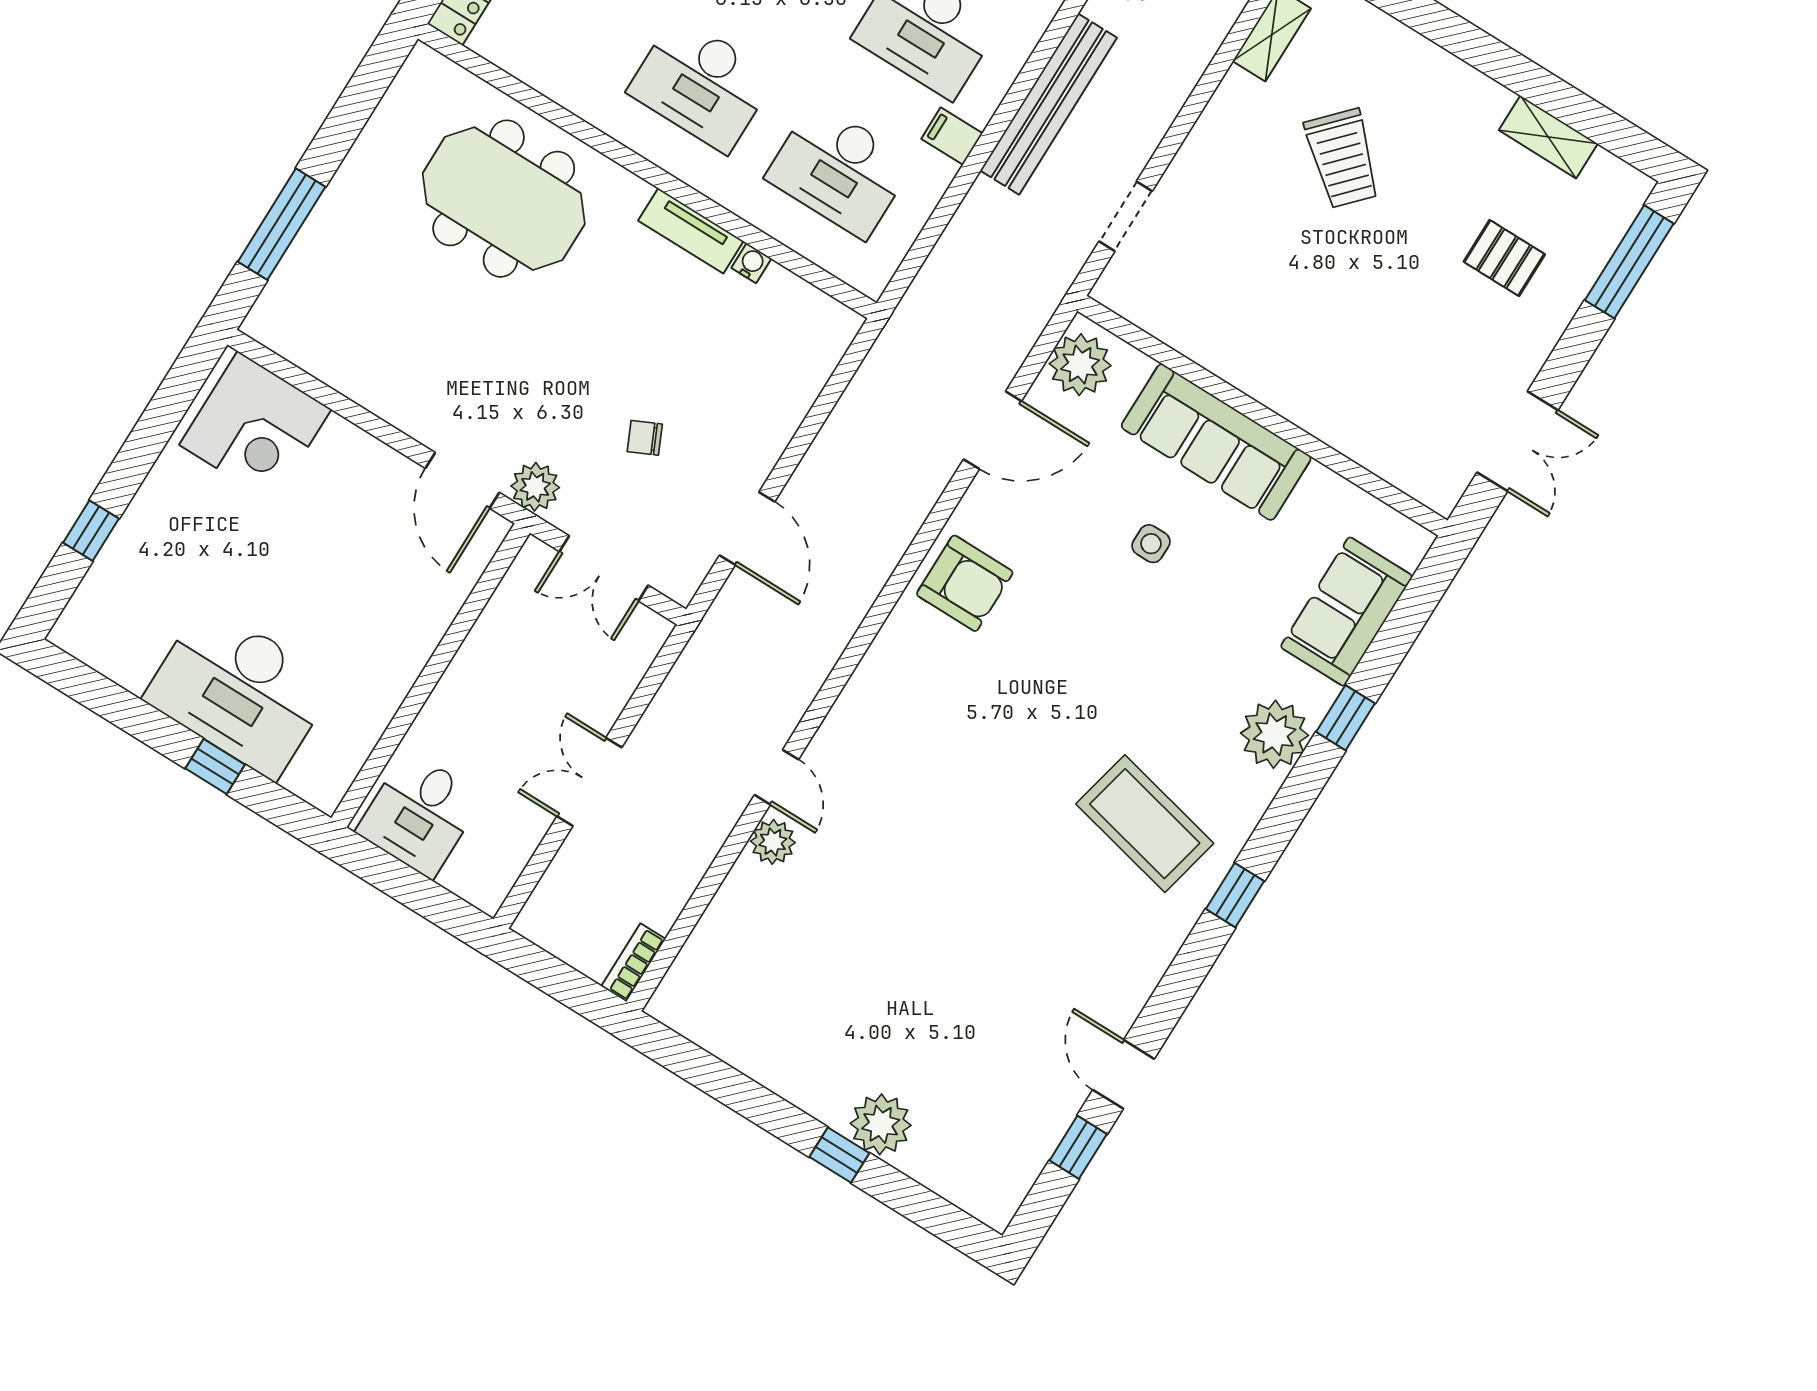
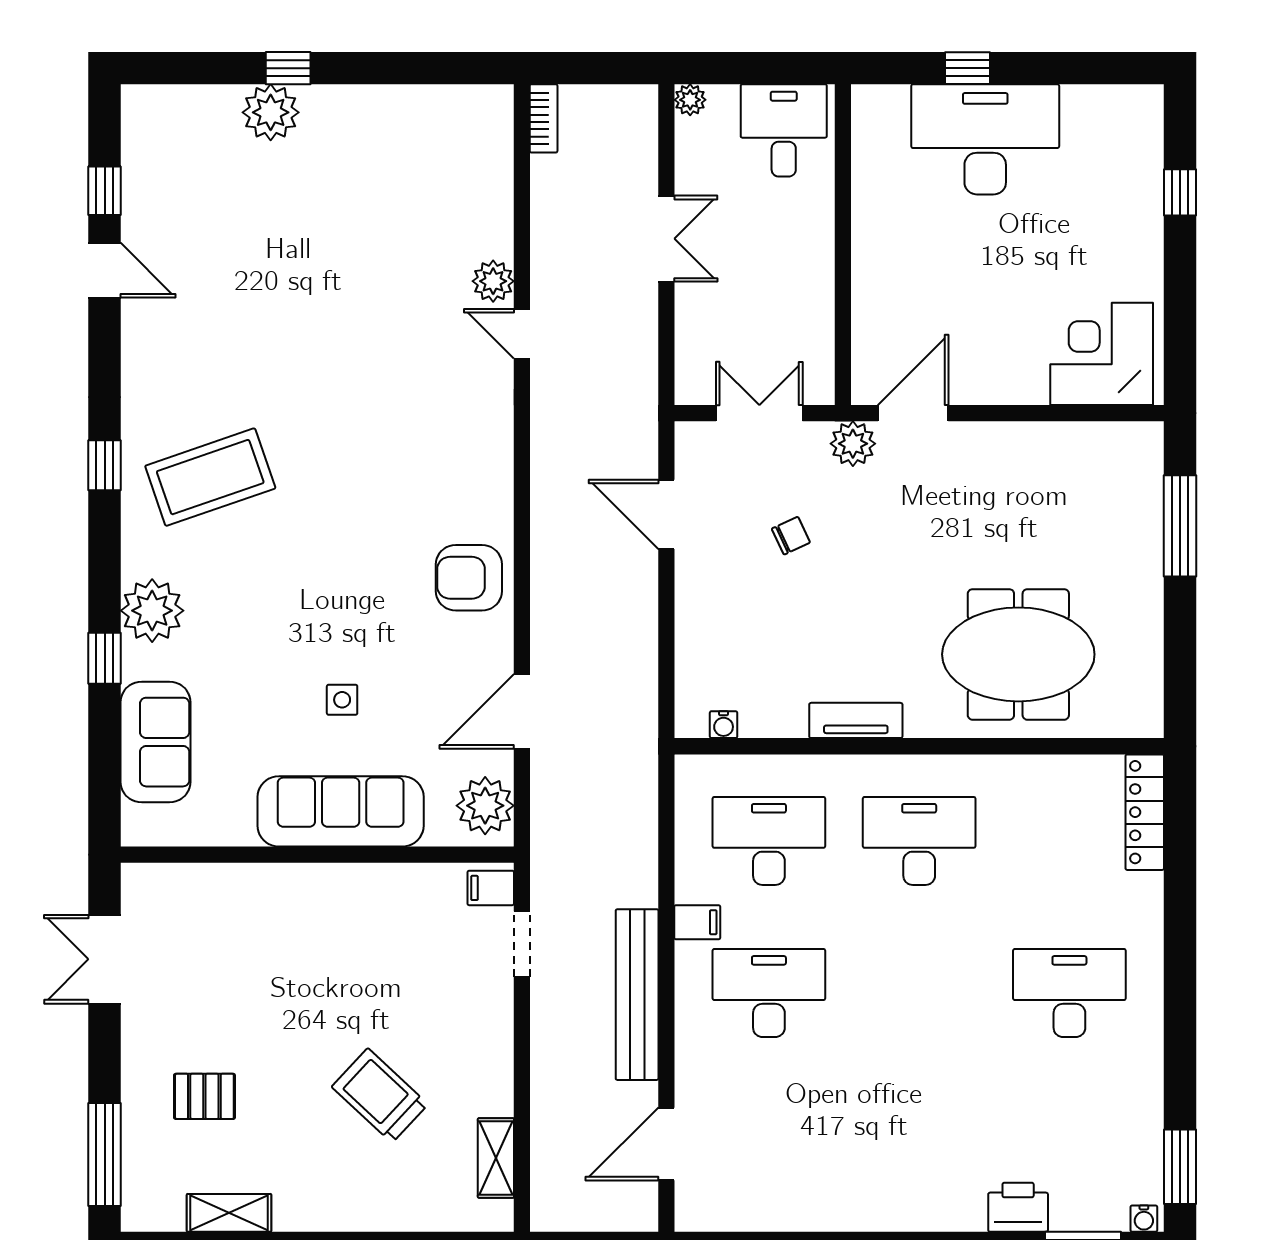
water cooler: (751, 263) -> (724, 725), moved
filing cabinet: (1122, 286) -> (491, 888), added
door: (462, 480) -> (913, 413), hinge flipped
coffee table: (1145, 824) -> (210, 477), turned -32
plant: (488, 896) -> (690, 100), added

